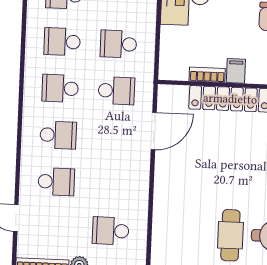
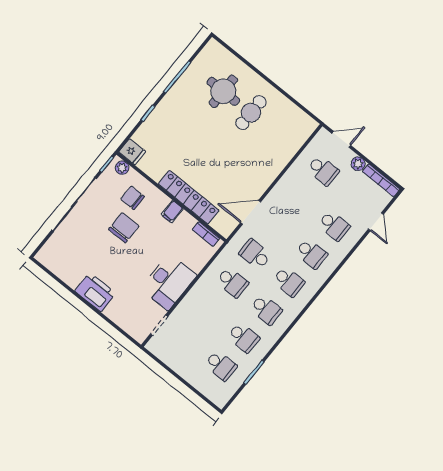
bookcase: (207, 75) -> (206, 234), moved
school desk: (58, 135) -> (311, 254), turned 180
school desk: (56, 182) -> (334, 226), turned 180

